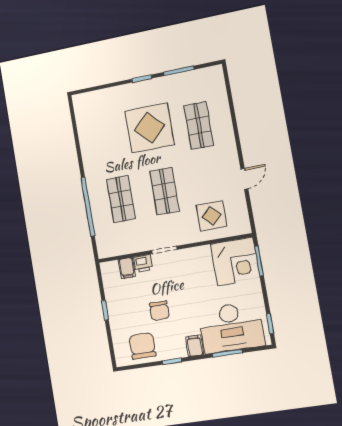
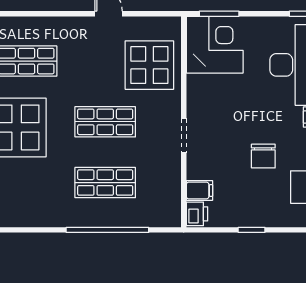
display table: (212, 216) -> (149, 65), width x1.36, depth x1.36
printer: (143, 263) -> (197, 214), moved
chair: (159, 311) -> (263, 156), turned 90

